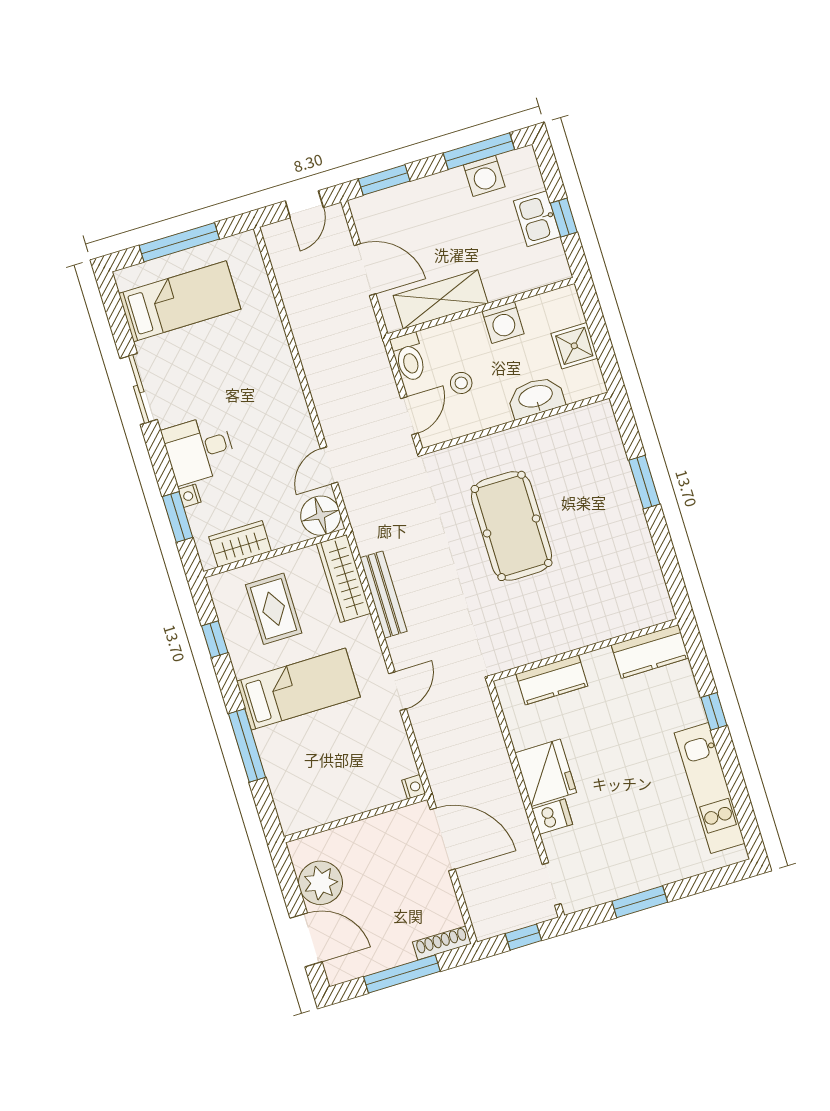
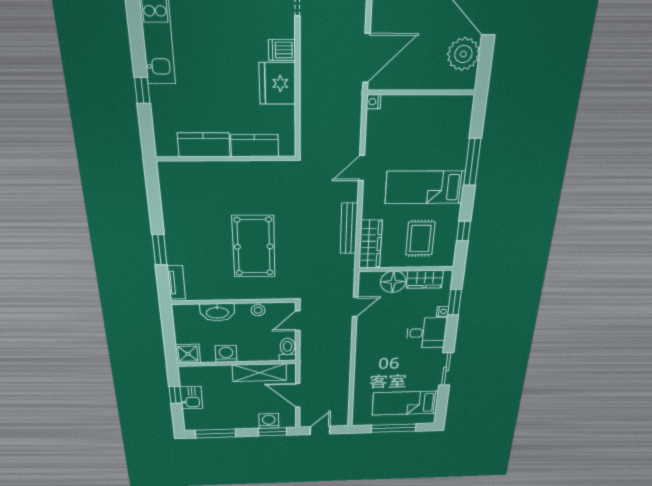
washing machine: (484, 176) -> (269, 421), moved
shower: (574, 346) -> (188, 354), moved
stool: (461, 383) -> (258, 310), moved
tv unit: (609, 433) -> (176, 282), added
floor lamp: (321, 516) -> (393, 282), moved
kitchen counter: (650, 652) -> (204, 145), moved
door: (443, 839) -> (366, 58), swing flipped

